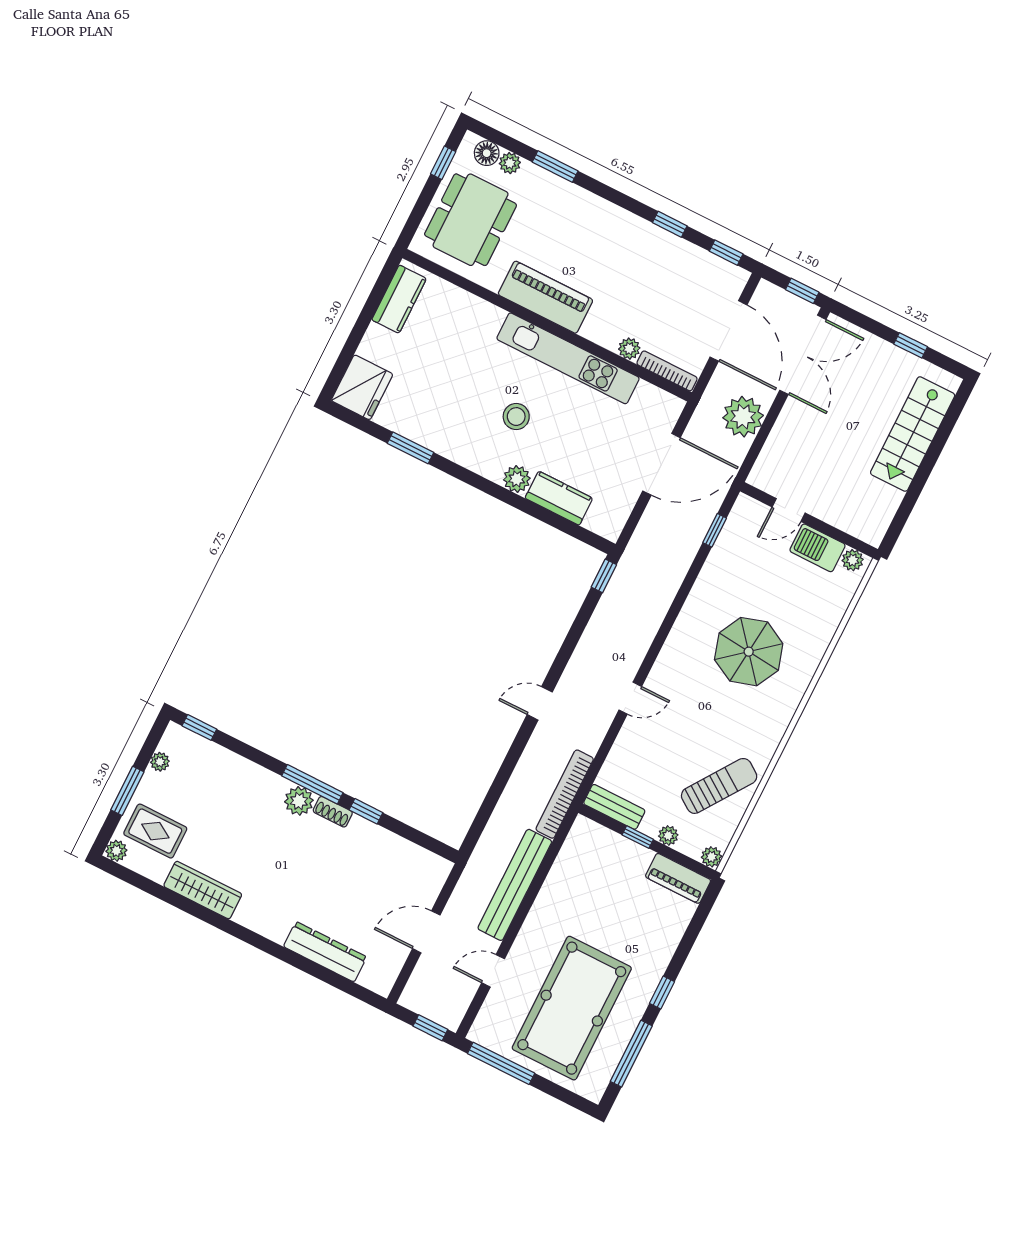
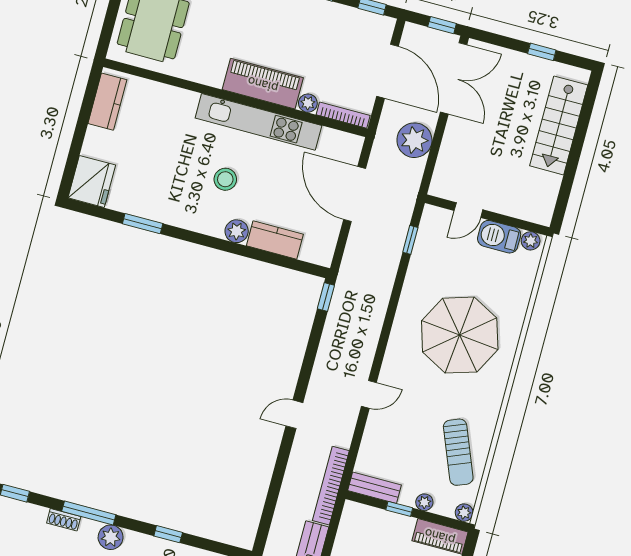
piano: (545, 297) -> (263, 84), moved
door: (661, 464) -> (355, 194), swing flipped
parasol: (749, 652) -> (460, 335), width x1.36, depth x1.36
window: (312, 784) -> (89, 513), moved
sun lounger: (719, 786) -> (458, 452), turned 123
shoe rack: (333, 812) -> (64, 520), moved

